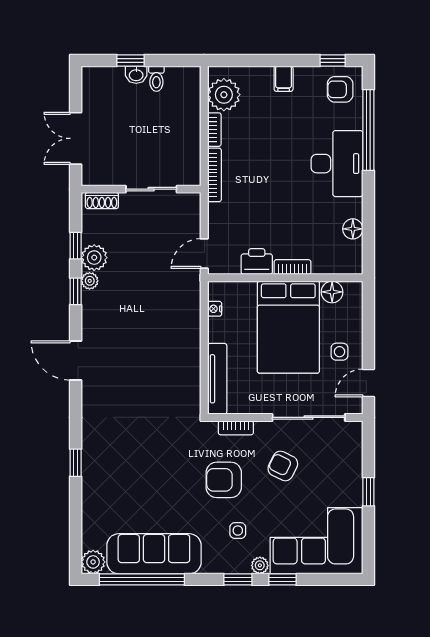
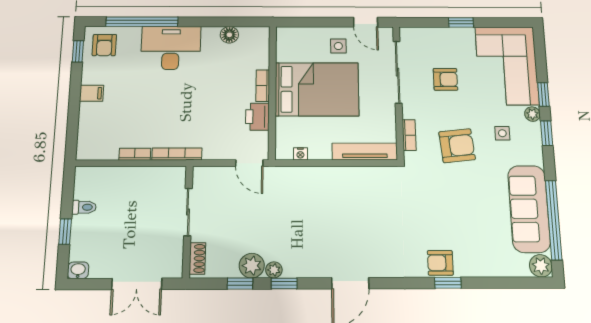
washbasin: (136, 75) -> (78, 270), moved, turned -90
plant: (224, 95) -> (103, 146), removed
floor lamp: (332, 292) -> (285, 52), removed
armchair: (97, 456) -> (440, 263), added
armchair: (283, 466) -> (445, 79), moved, turned -116
armchair: (224, 480) -> (457, 146), turned -96

